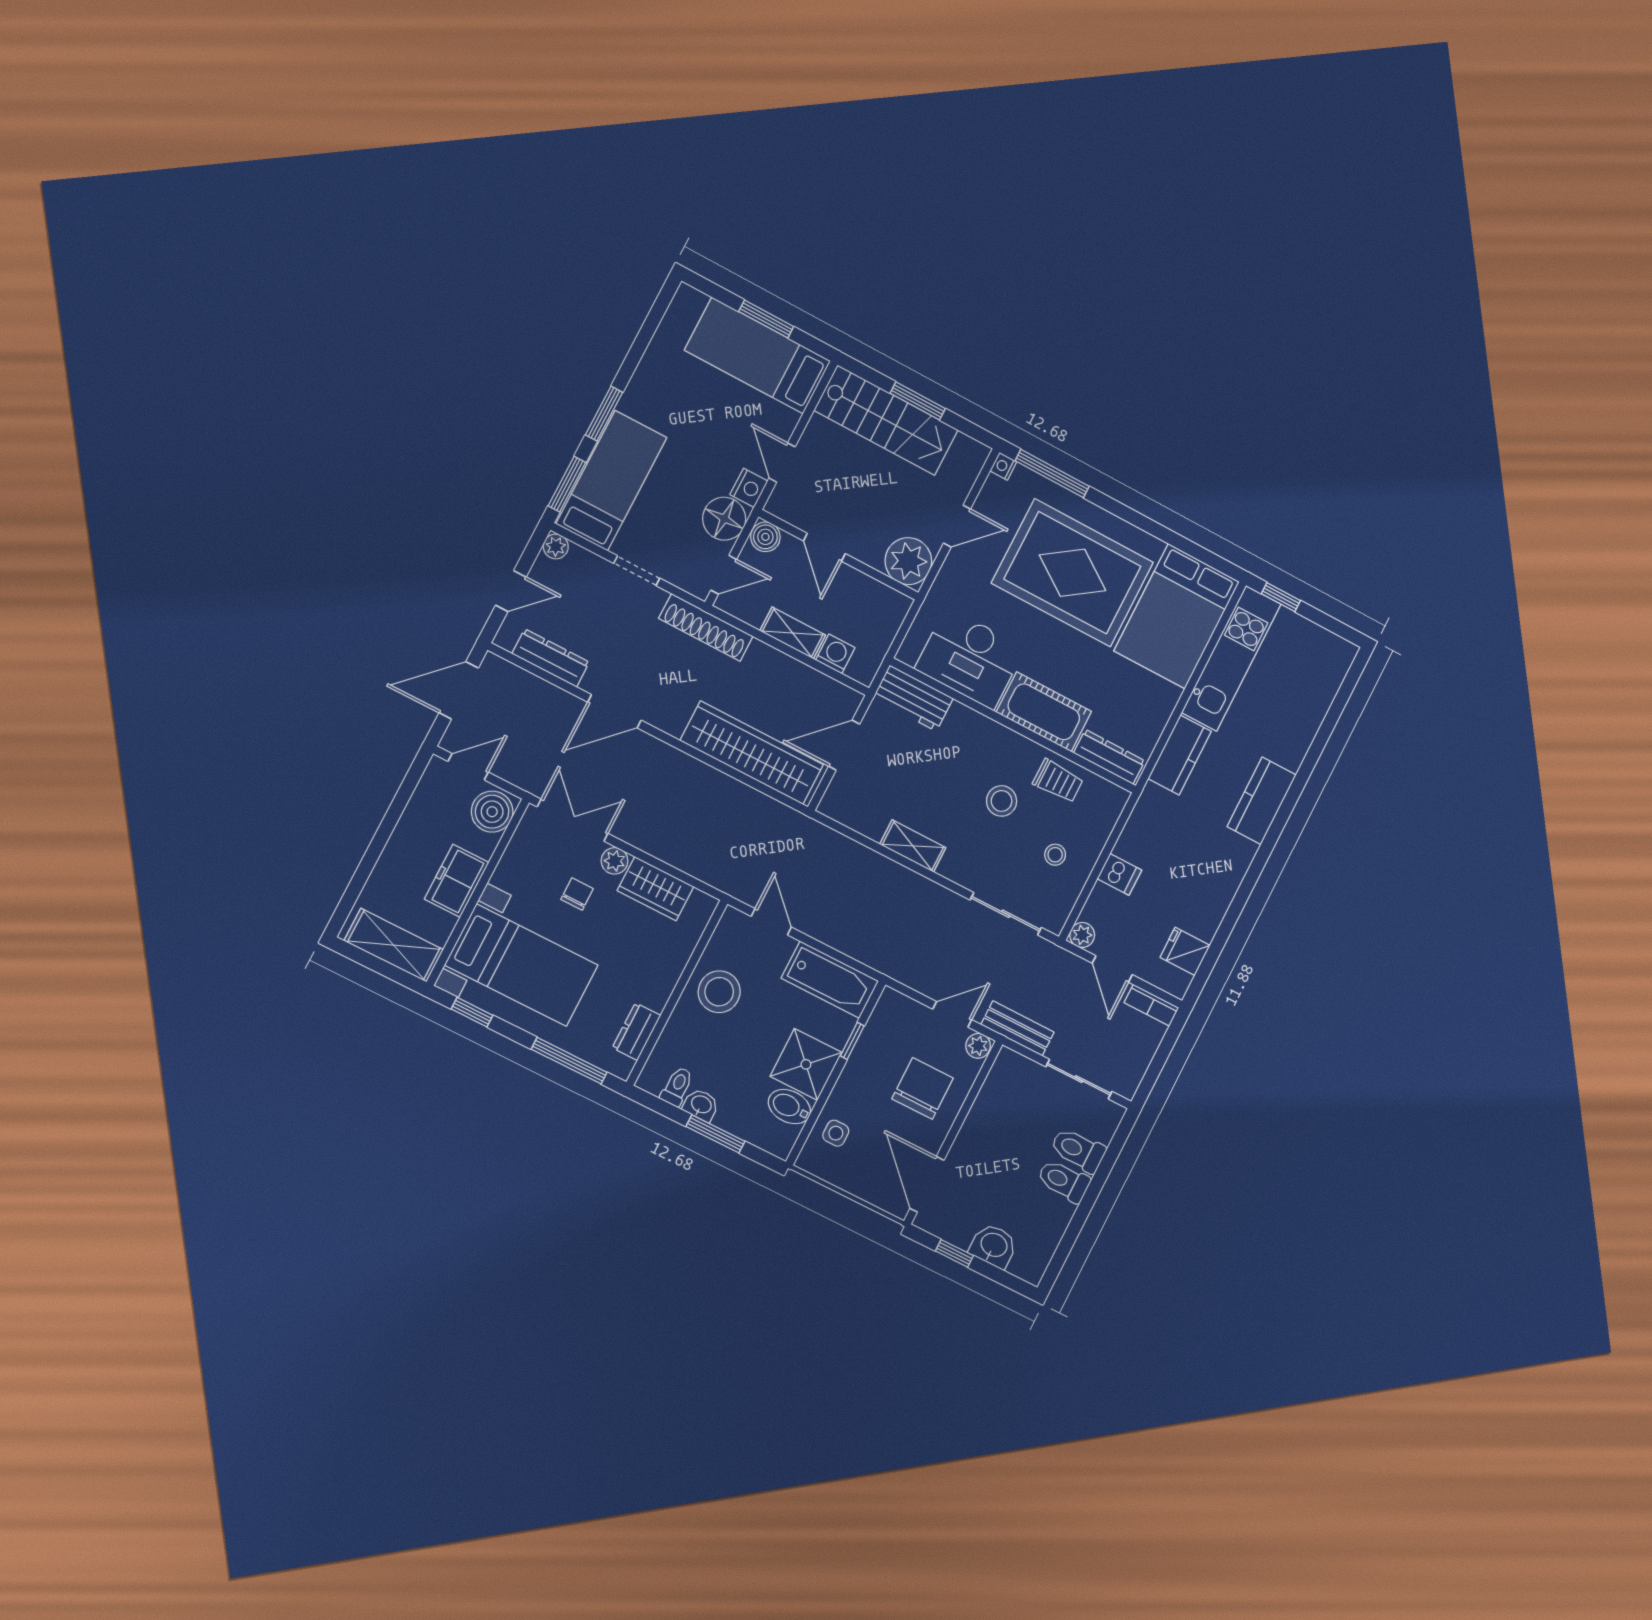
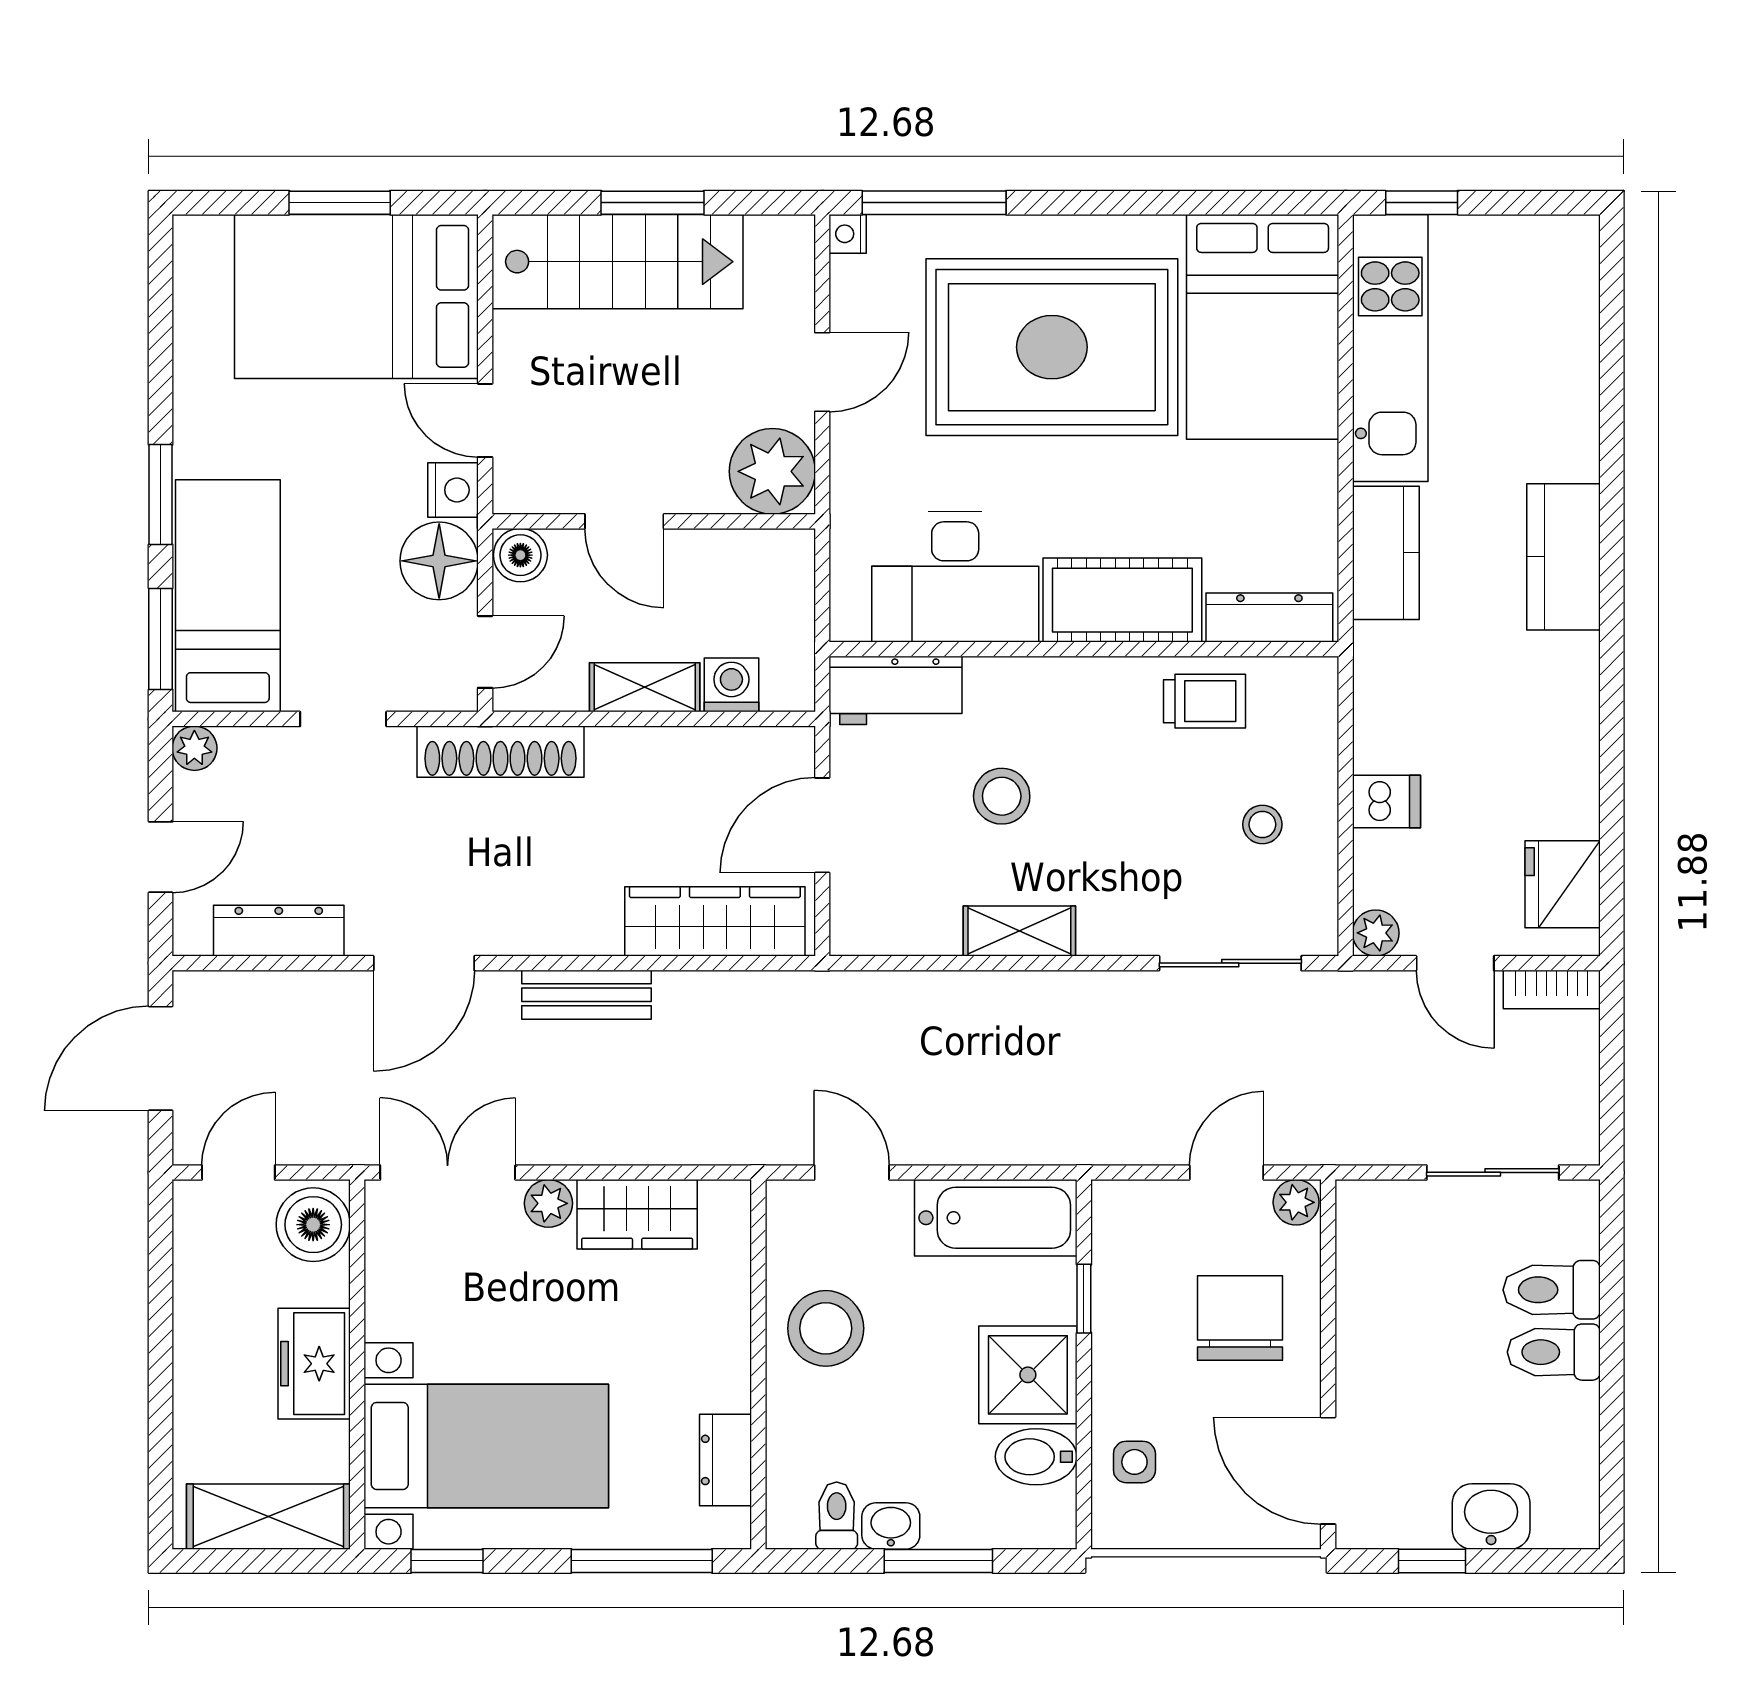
bed: (758, 356) -> (356, 296), width x1.50
wardrobe: (752, 753) -> (715, 921), width x0.71, depth x0.85
stool: (1002, 801) -> (1002, 796), moved
chair: (577, 894) -> (516, 1287), removed
fridge: (1185, 951) -> (1563, 884), width x1.38
bench: (1017, 1028) -> (586, 995), moved

